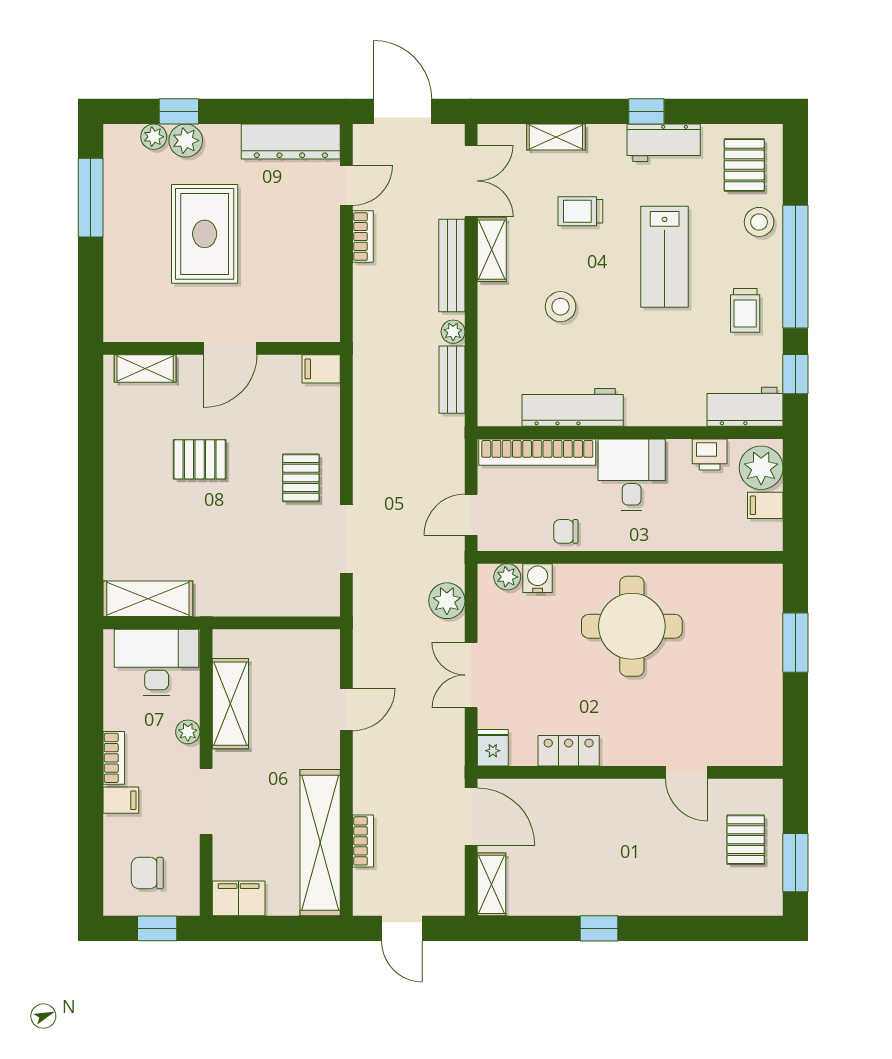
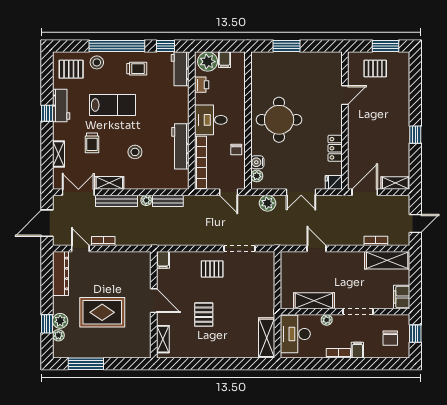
shelving: (320, 843) -> (387, 260), width x0.68

